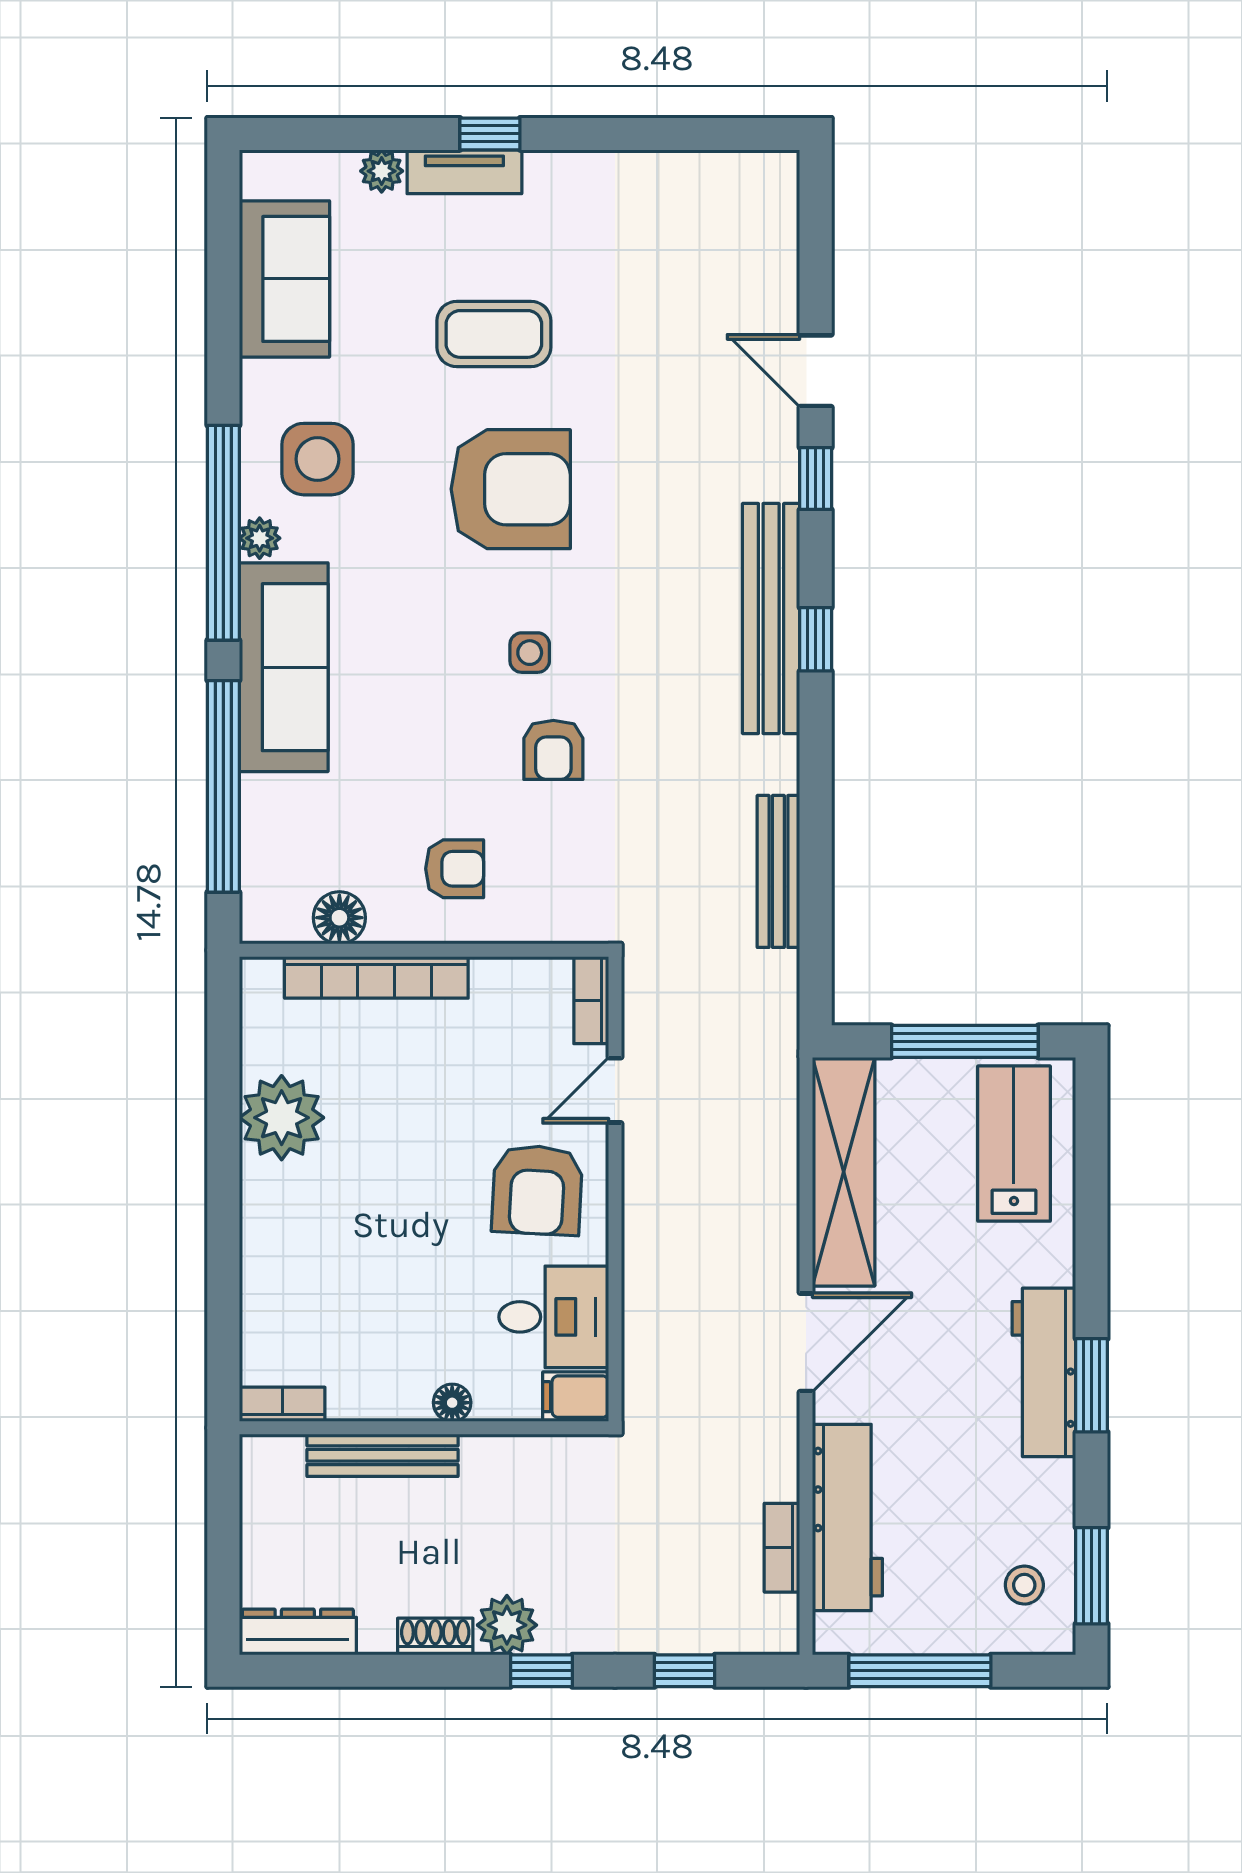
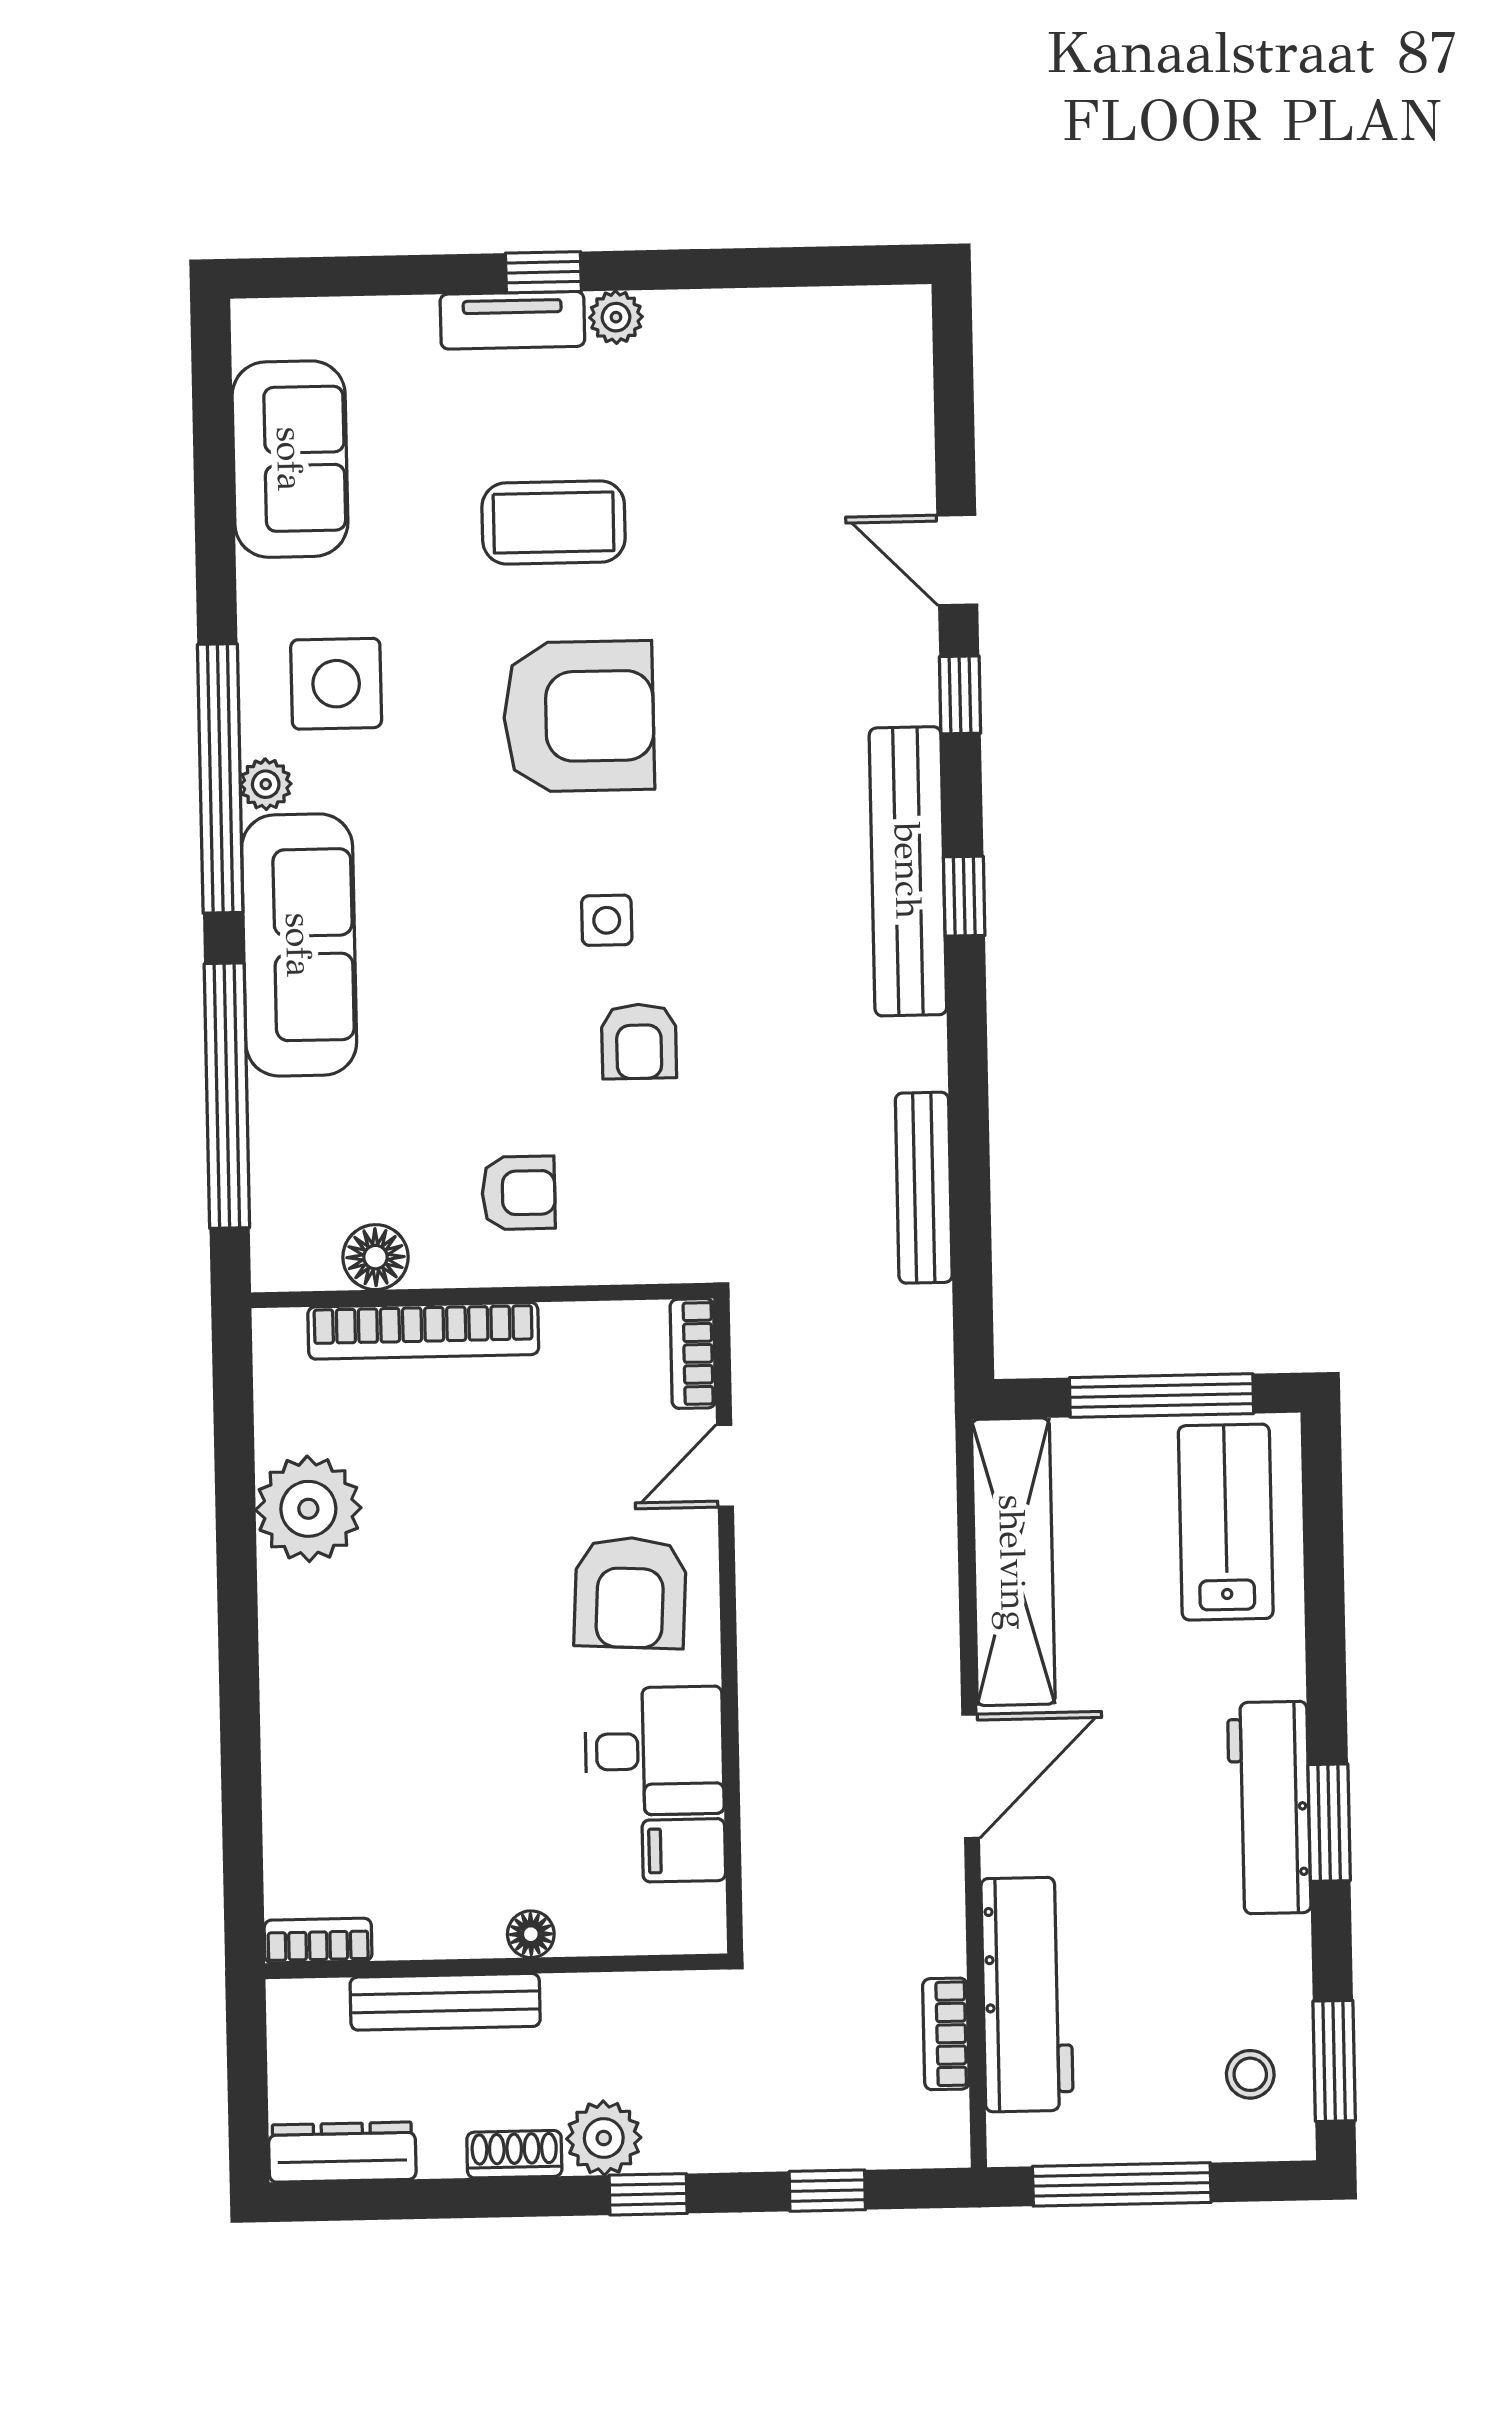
plant: (382, 171) -> (616, 317), moved
floor lamp: (452, 1403) -> (531, 1934), moved
bookcase: (282, 1404) -> (318, 1941), moved
wall: (424, 1428) -> (496, 1966), moved
bench: (383, 1455) -> (445, 2002), moved

